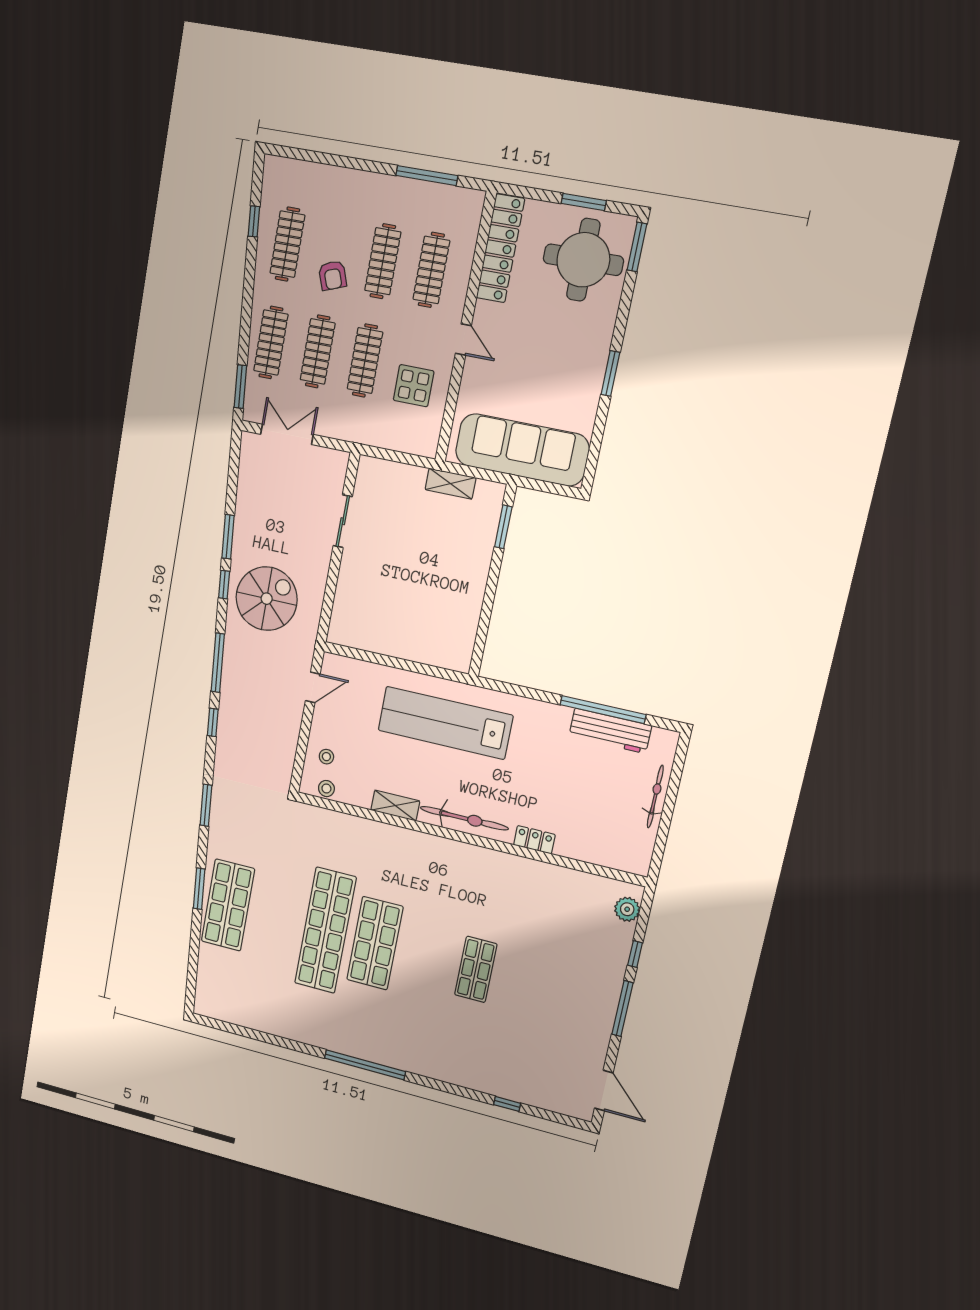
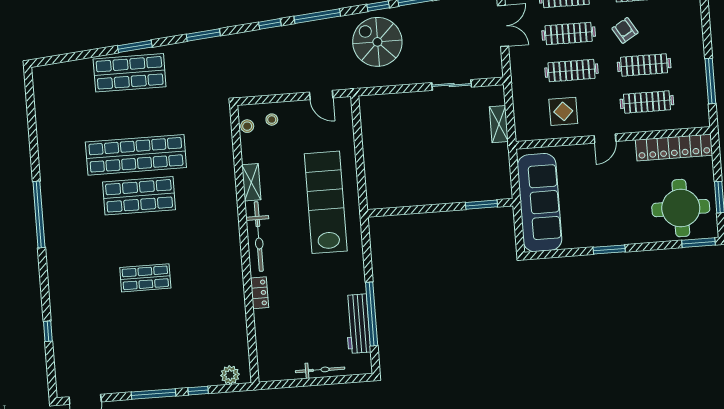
armchair: (333, 275) -> (625, 30), turned 79
shelving: (451, 484) -> (499, 124), moved
spiral stairs: (267, 599) -> (377, 42), turned 180

